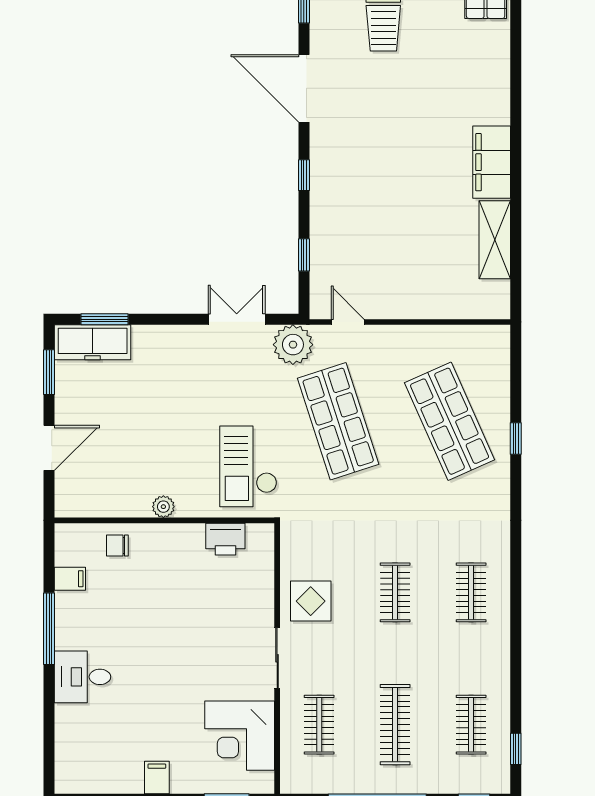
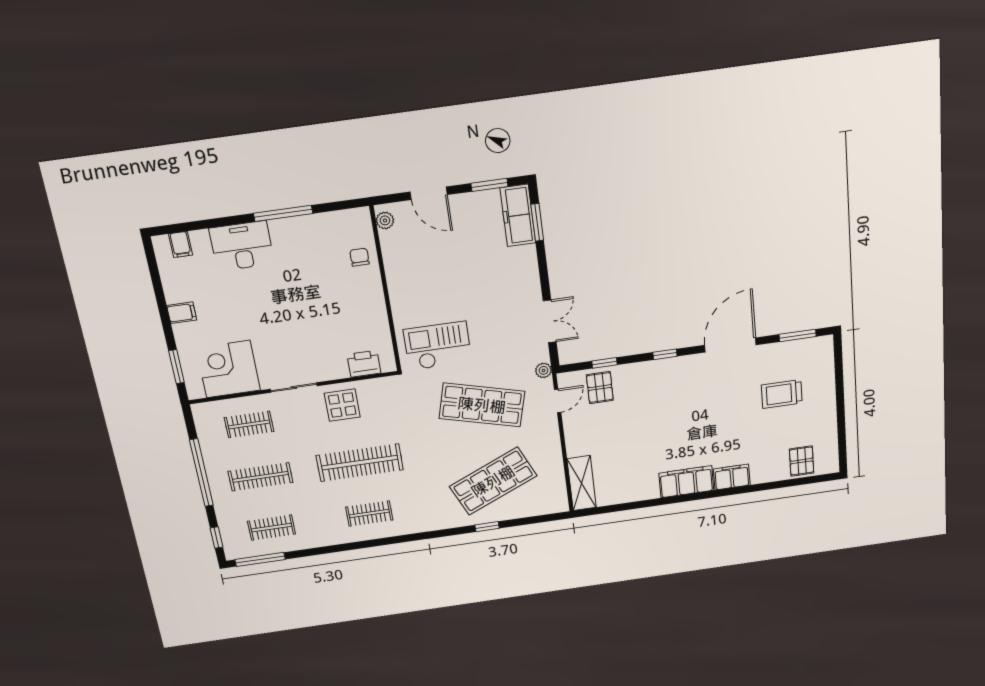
filing cabinet: (494, 100) -> (732, 477), added
shelving: (495, 240) -> (582, 483), moved, turned 90
pallet: (337, 265) -> (600, 388), added
plant: (293, 345) -> (543, 370), width x0.53, depth x0.53
shop shelf: (338, 421) -> (482, 405), turned 33
plant: (163, 507) -> (385, 220), moved
printer: (225, 539) -> (364, 364), moved, turned 90
filing cabinet: (70, 579) -> (181, 244), moved
clothes rail: (395, 592) -> (360, 463), width x1.86, depth x1.31
desk: (83, 677) -> (242, 246), width x1.37
window: (516, 749) -> (260, 559), width x2.17

